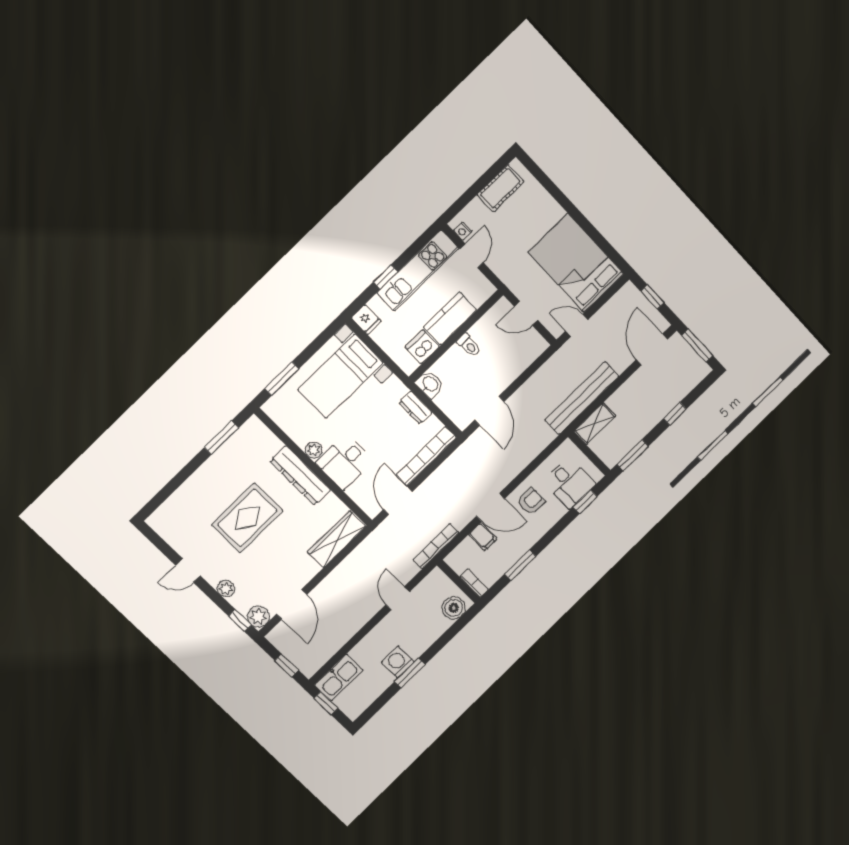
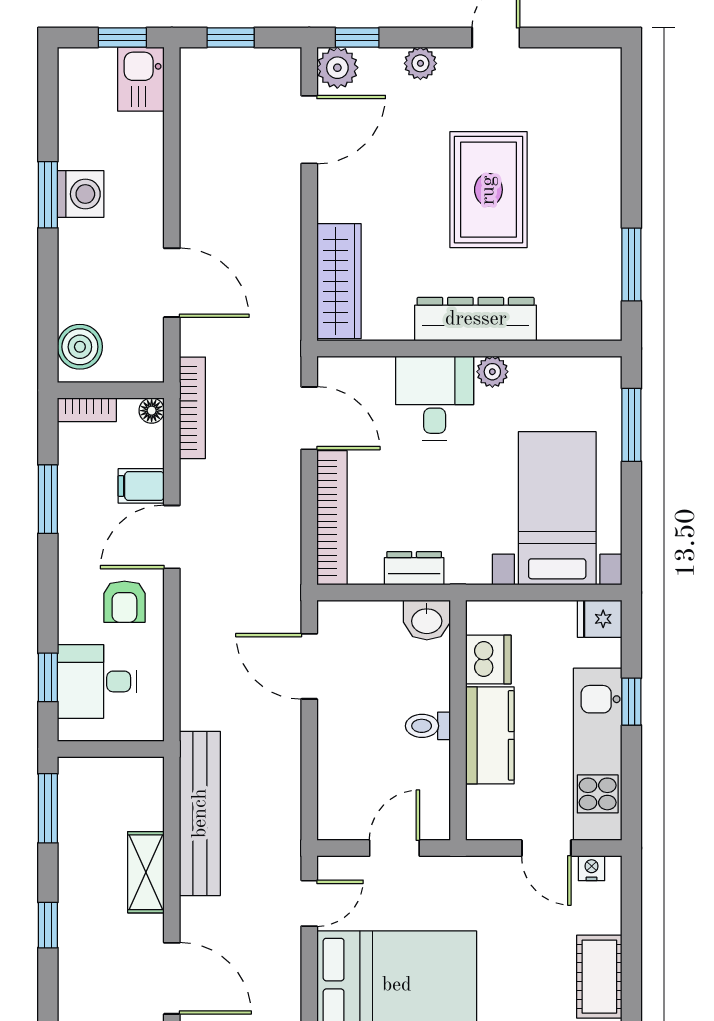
shelving: (595, 424) -> (146, 872), moved
floor lamp: (452, 560) -> (152, 411), added
door: (398, 598) -> (172, 283), width x1.38
door: (292, 604) -> (309, 130), swing flipped
kitchen sink: (339, 678) -> (141, 79), width x0.73

